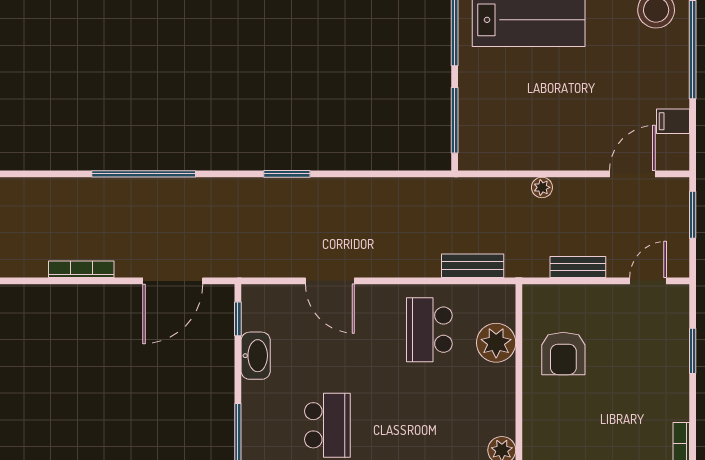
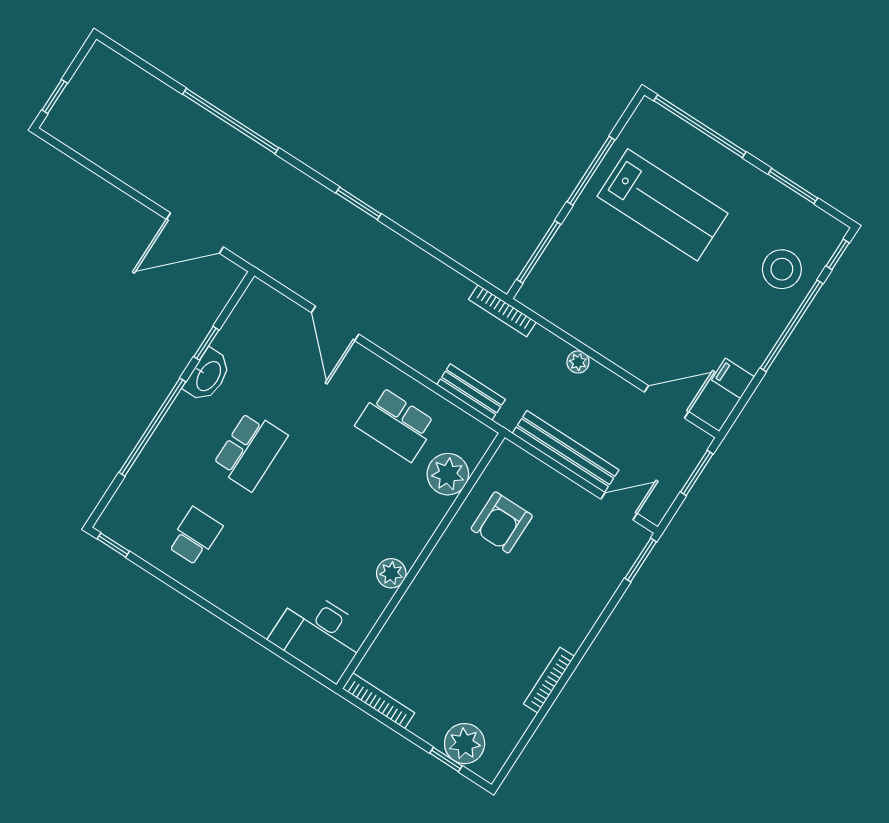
bench: (578, 267) -> (566, 452), width x1.86, depth x1.21
bookcase: (81, 269) -> (502, 311), moved, turned 180
window: (238, 319) -> (206, 343), moved
school desk: (429, 330) -> (396, 424), turned -90
window: (693, 351) -> (641, 560), moved
washbasin: (256, 356) -> (208, 376), moved

